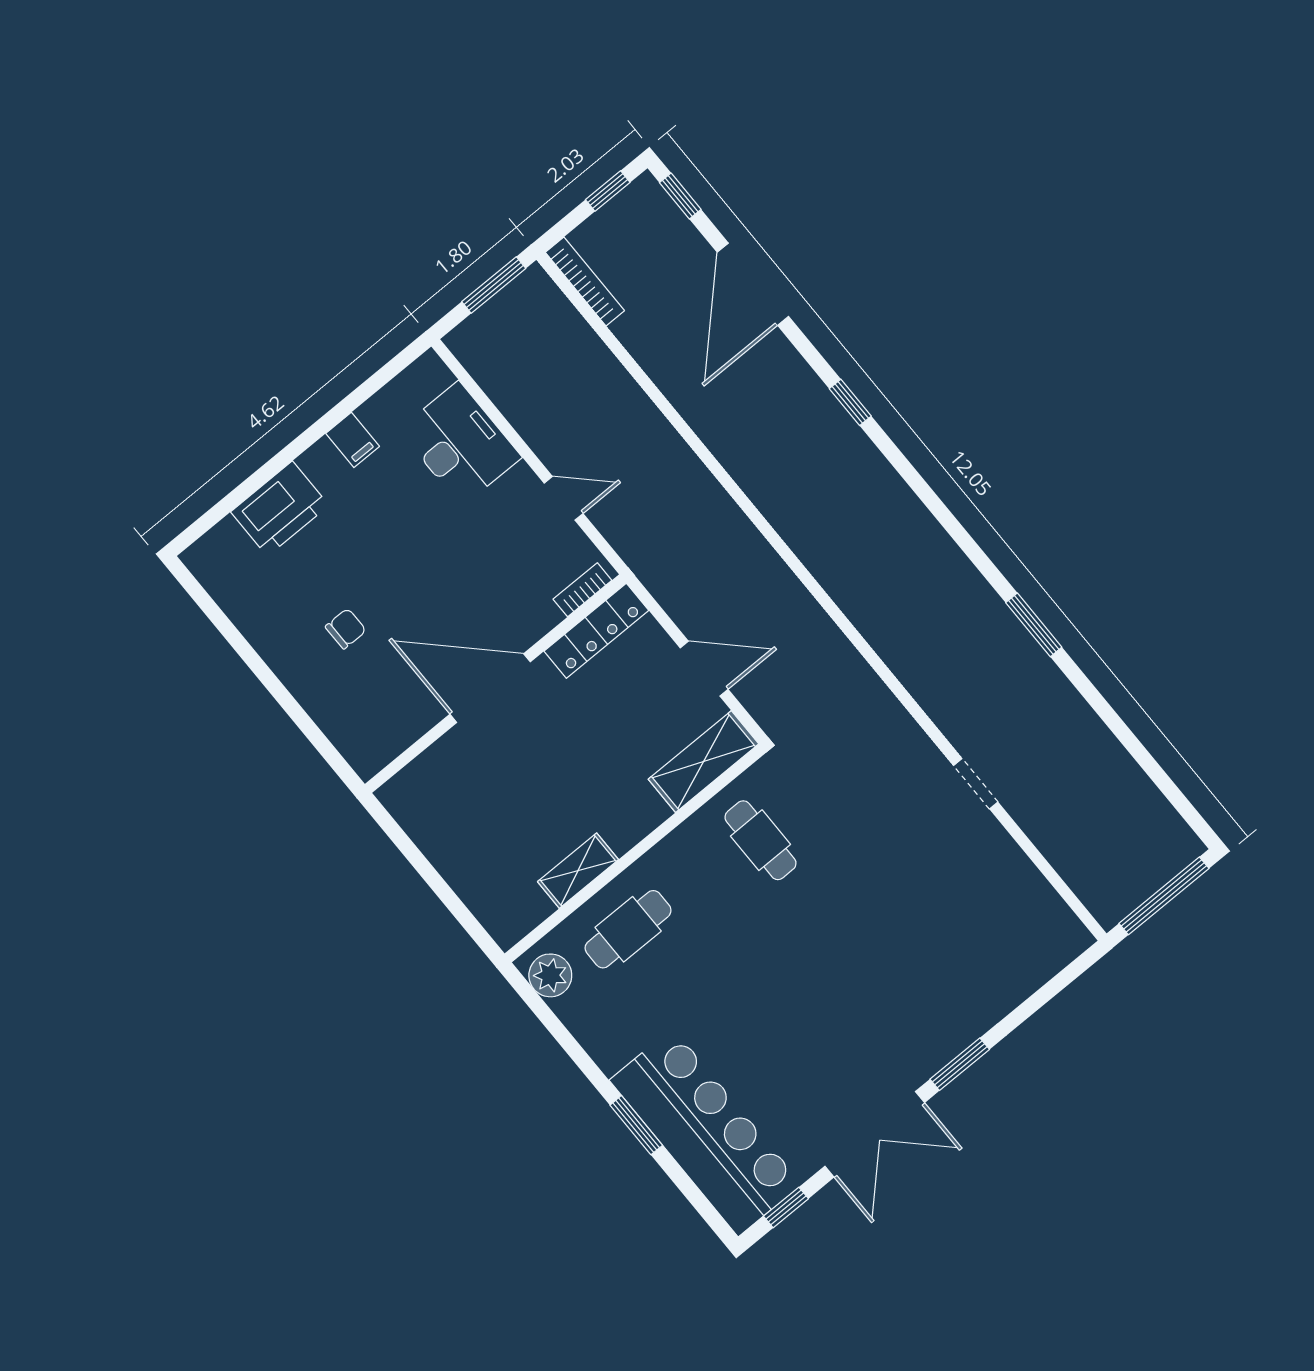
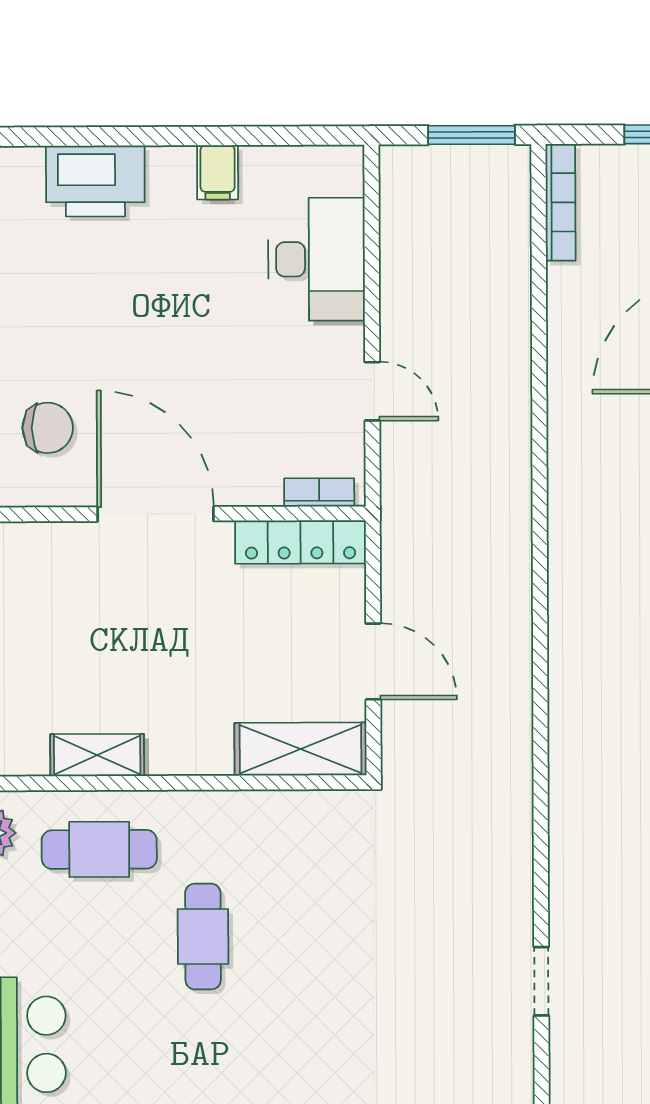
chair: (346, 629) -> (48, 428), moved, width x1.37, depth x1.37
cafe table: (761, 840) -> (203, 937), moved

